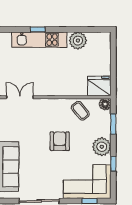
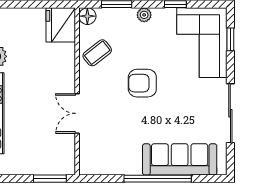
double door: (20, 97) -> (77, 113), moved
plant: (102, 147) -> (144, 15), width x0.53, depth x0.53

